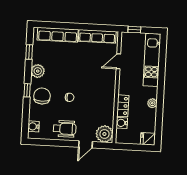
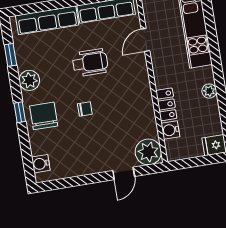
wheelchair: (65, 129) -> (90, 63), moved

